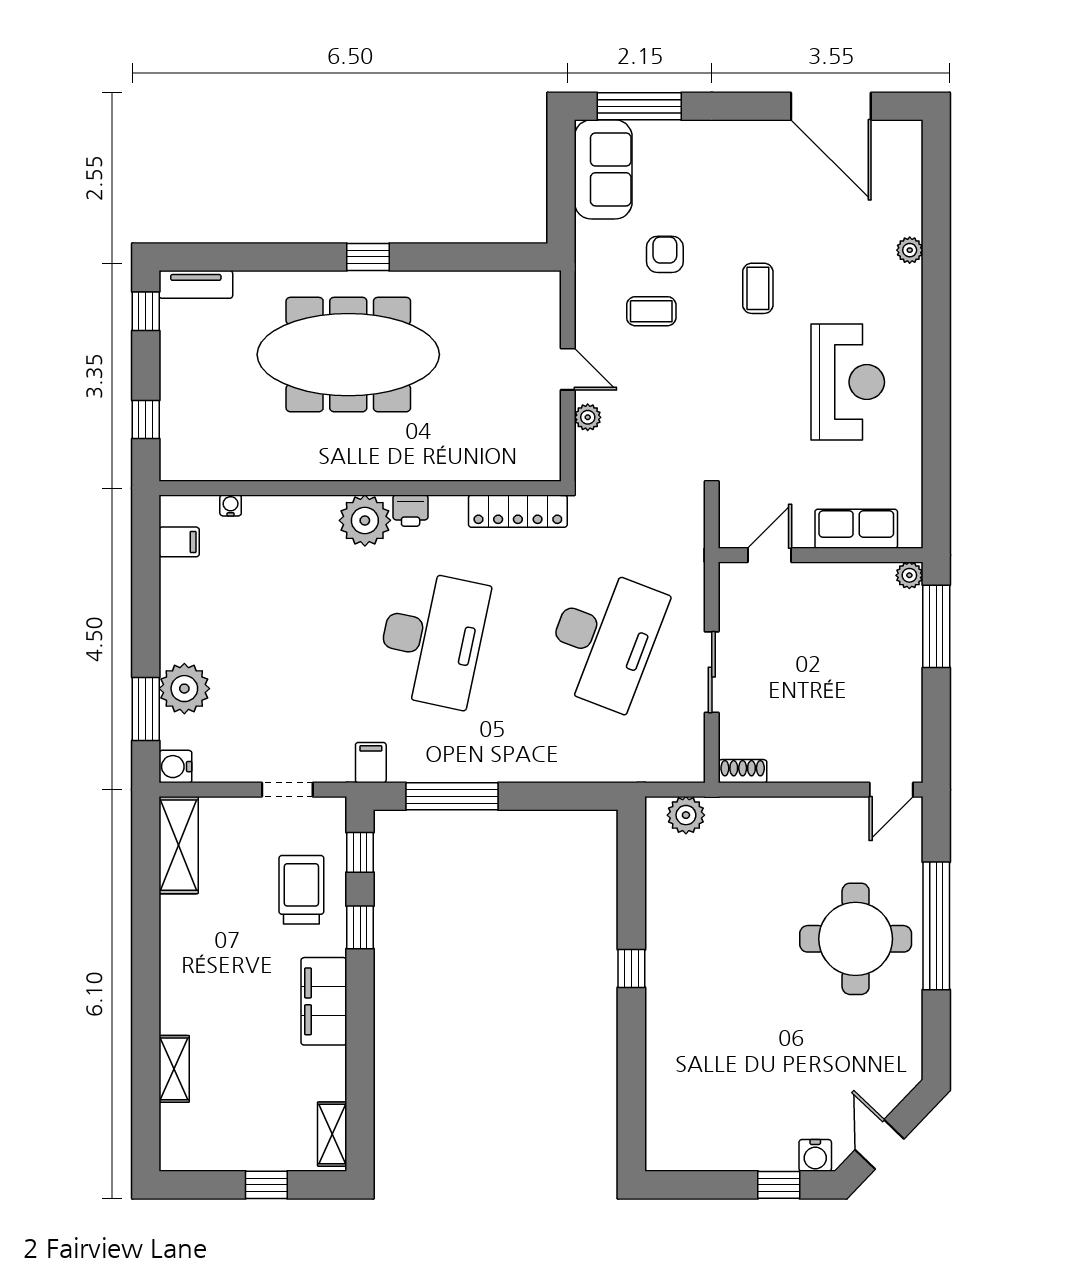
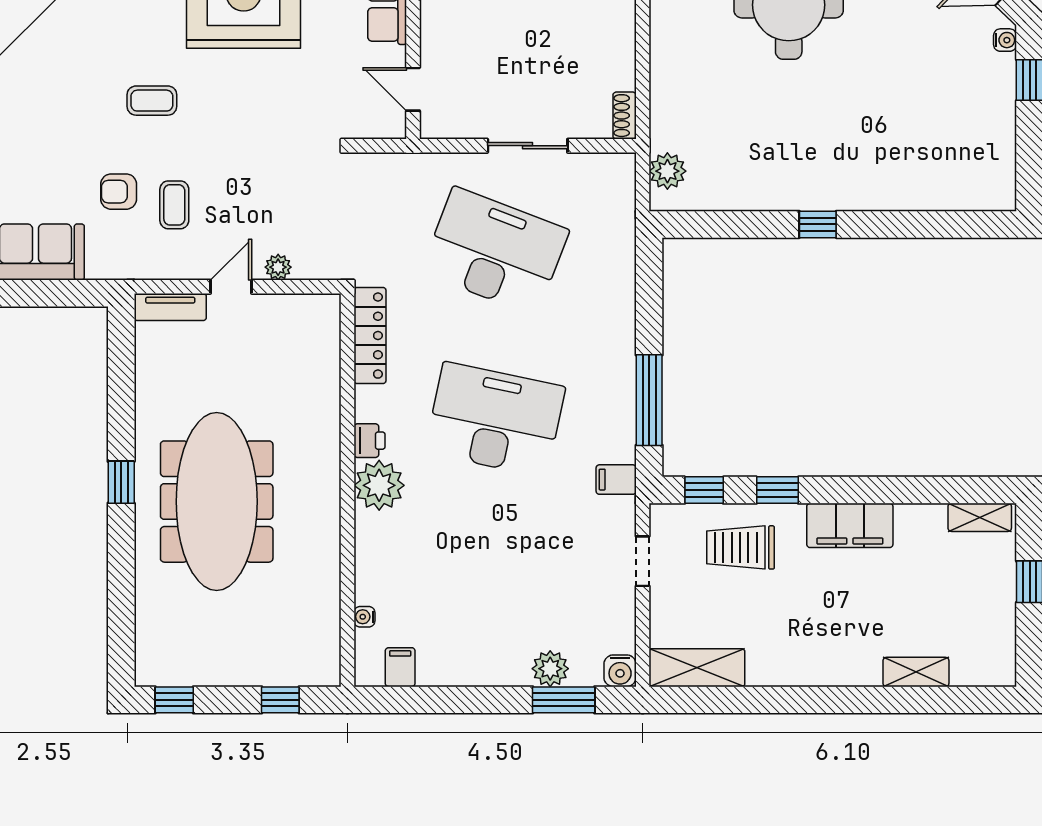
tv unit: (196, 284) -> (170, 307), moved, turned 90
plant: (184, 689) -> (550, 669), width x0.73, depth x0.73
water cooler: (815, 1155) -> (1005, 40), width x0.72, depth x0.72

